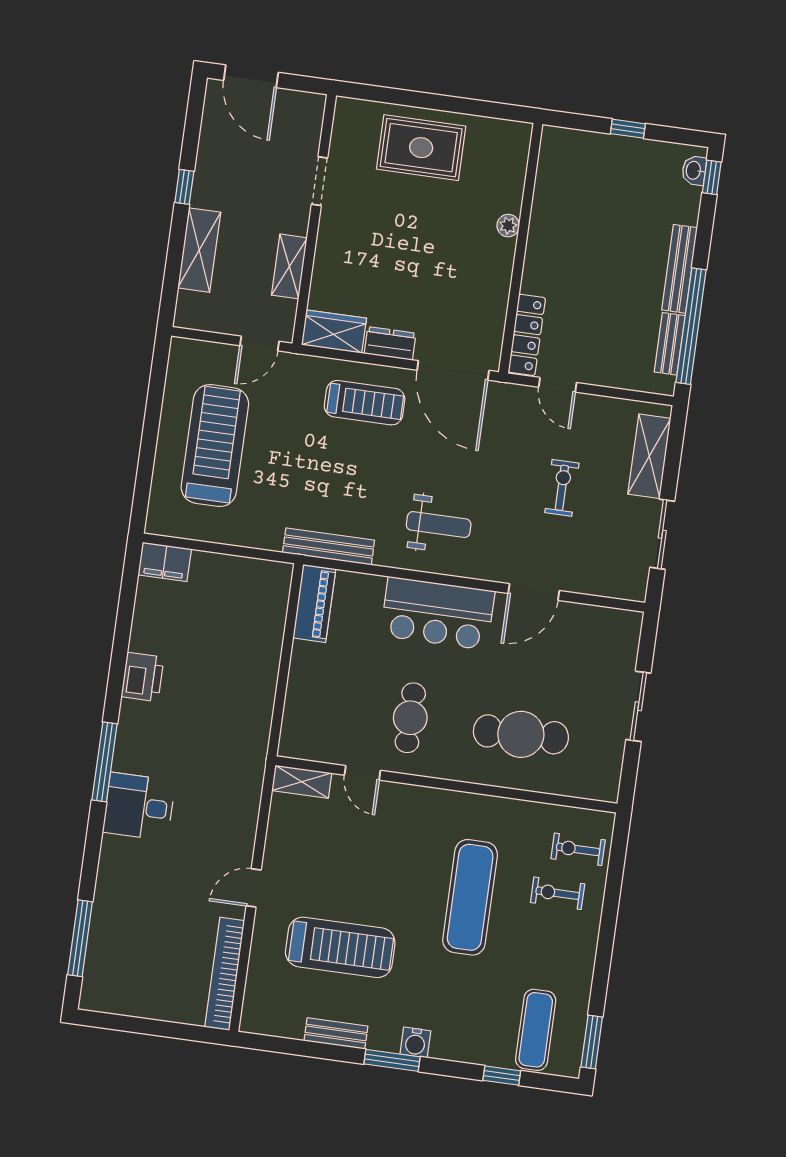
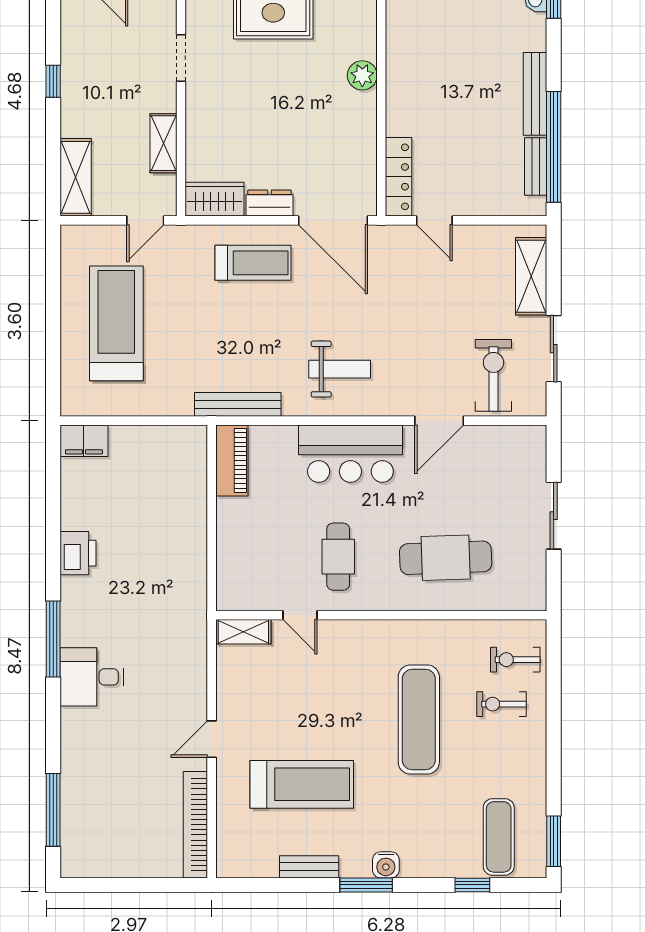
plant: (508, 226) -> (362, 75), width x1.38, depth x1.38
shelving: (199, 250) -> (76, 177), moved
exercise bike: (562, 488) -> (493, 375), moved, width x1.38, depth x1.39

